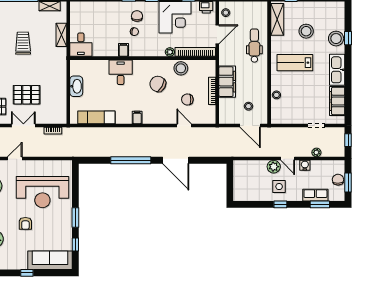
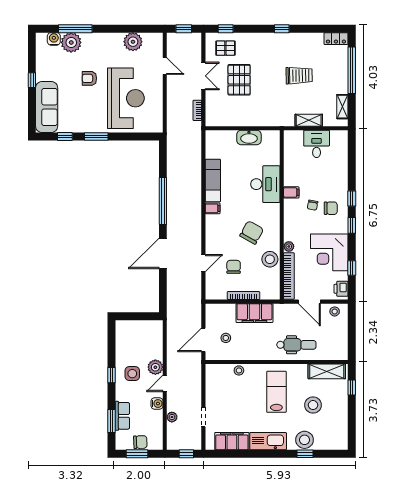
desk: (81, 45) -> (317, 144), moved, turned 90
desk: (121, 72) -> (265, 184), width x1.37
exam couch: (96, 117) -> (213, 180), moved
reception desk: (42, 192) -> (126, 98), turned 180

